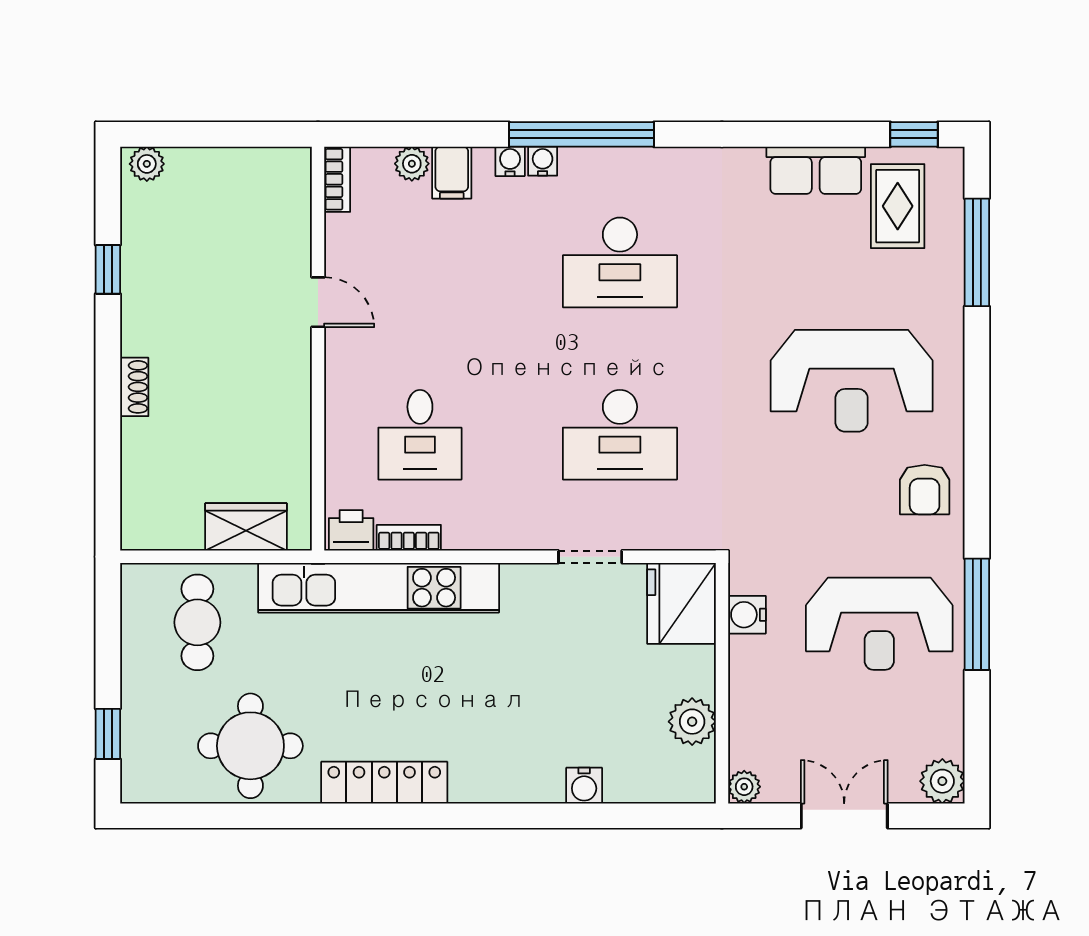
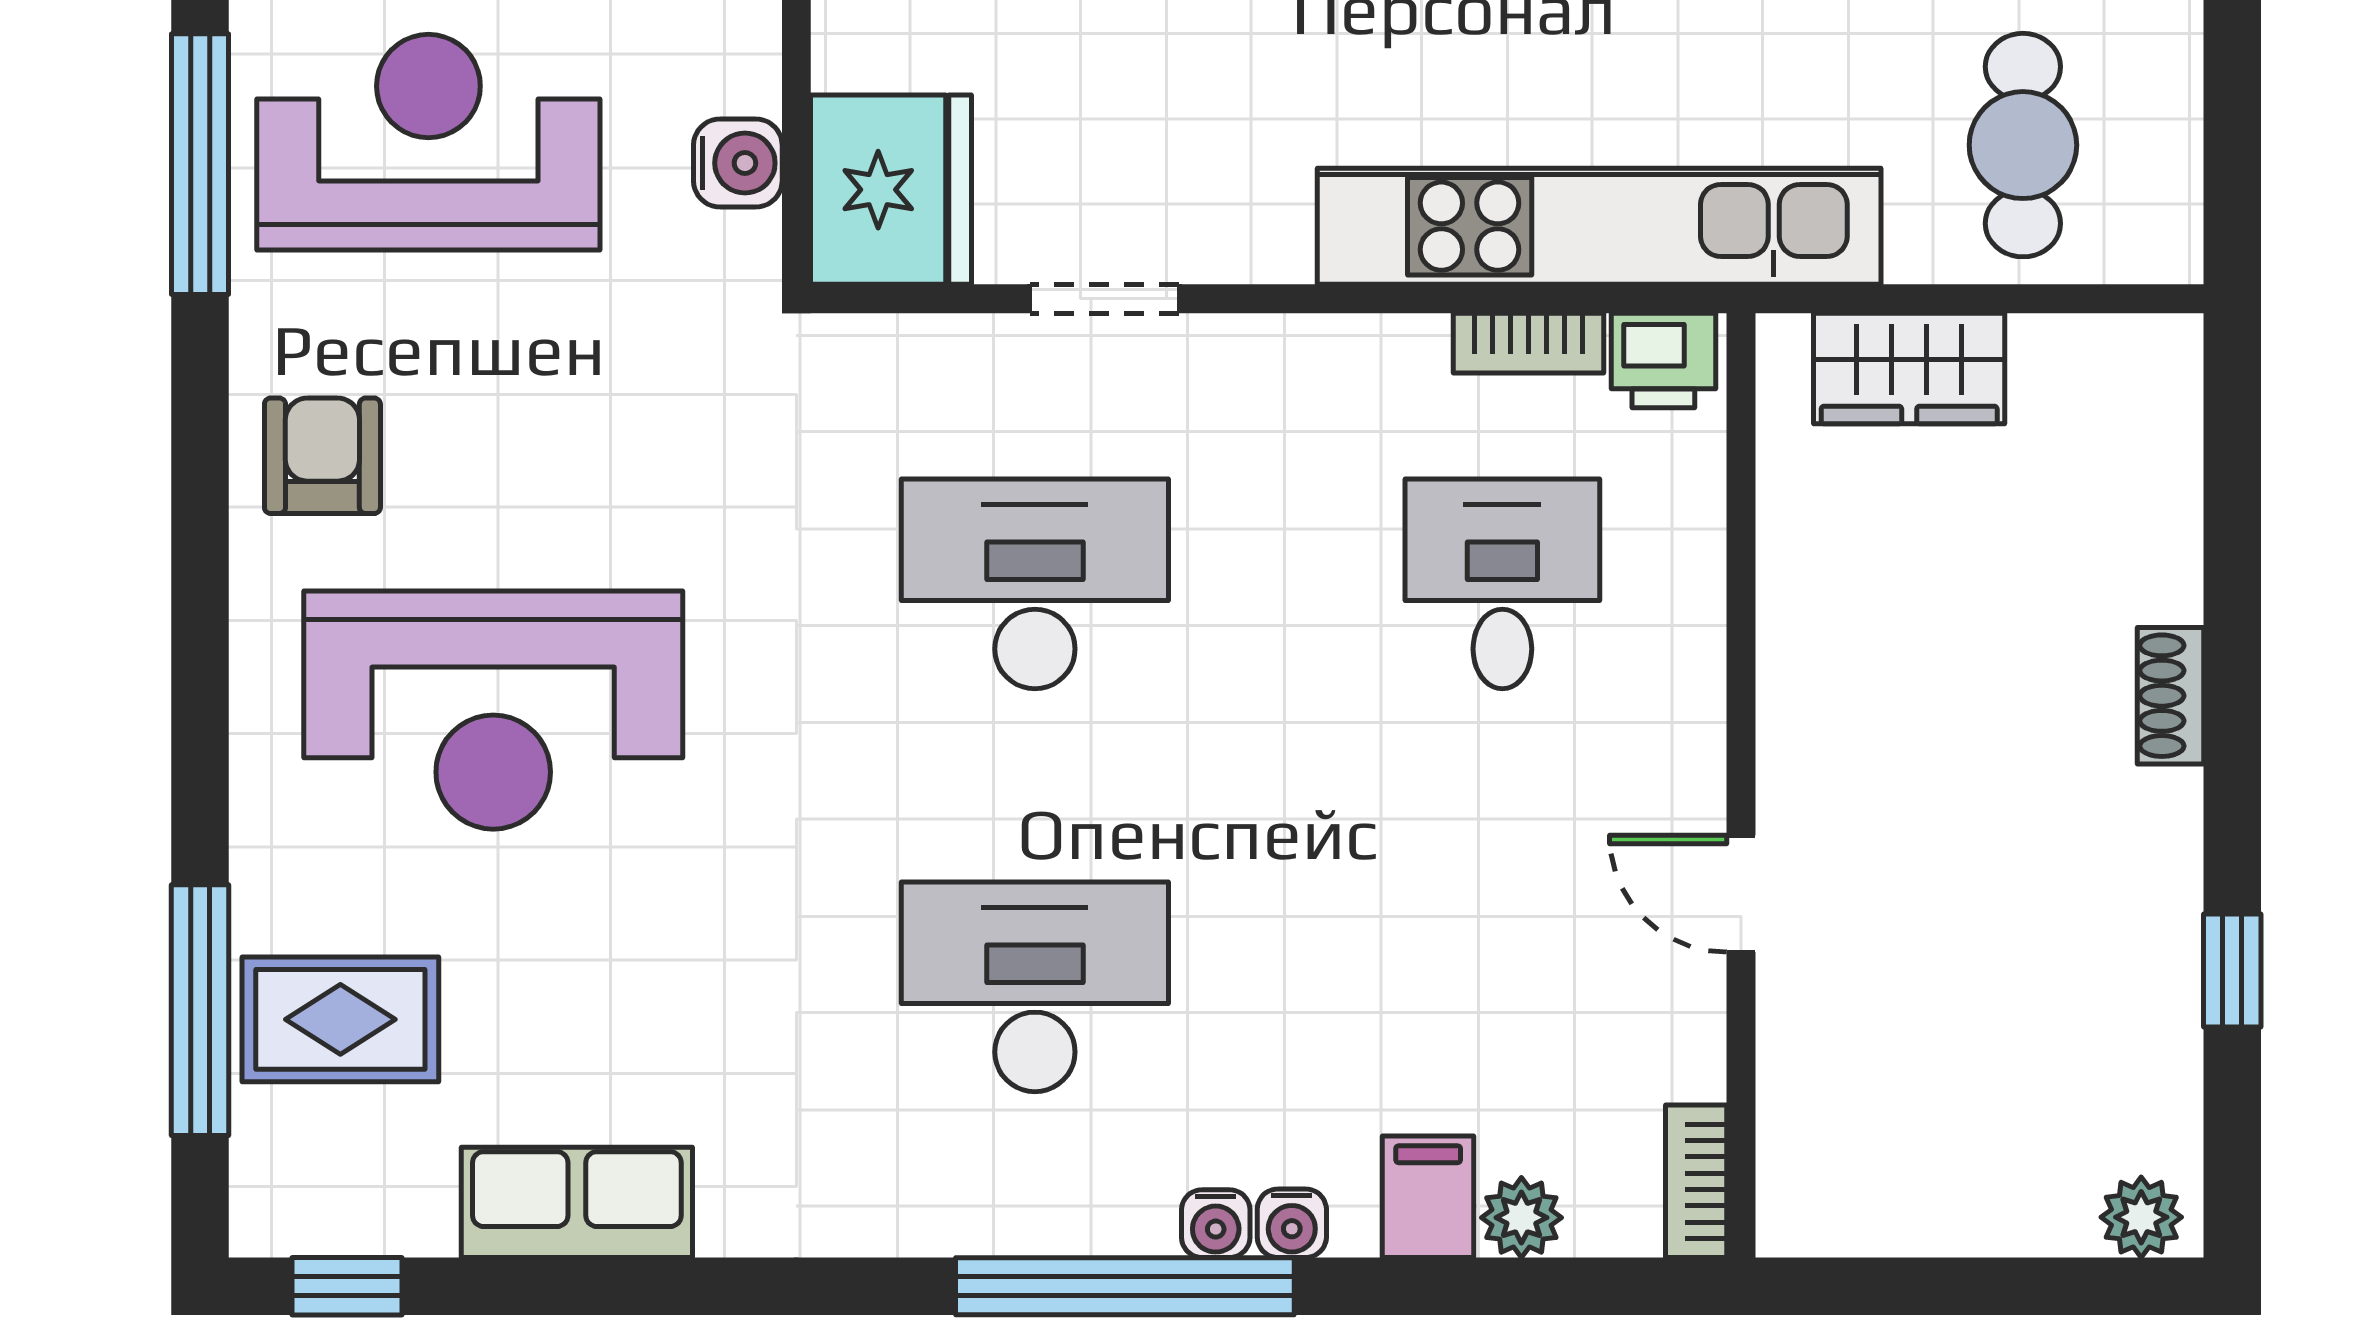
rug: (898, 206) -> (340, 1019), moved, turned 90
reception desk: (852, 381) -> (493, 710), turned 180

